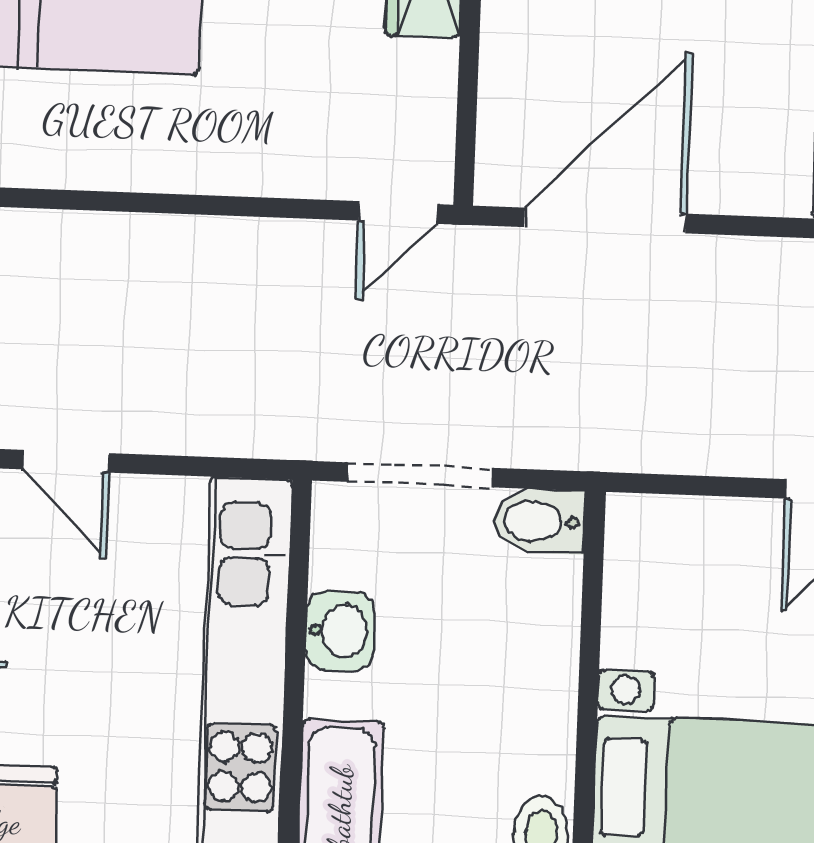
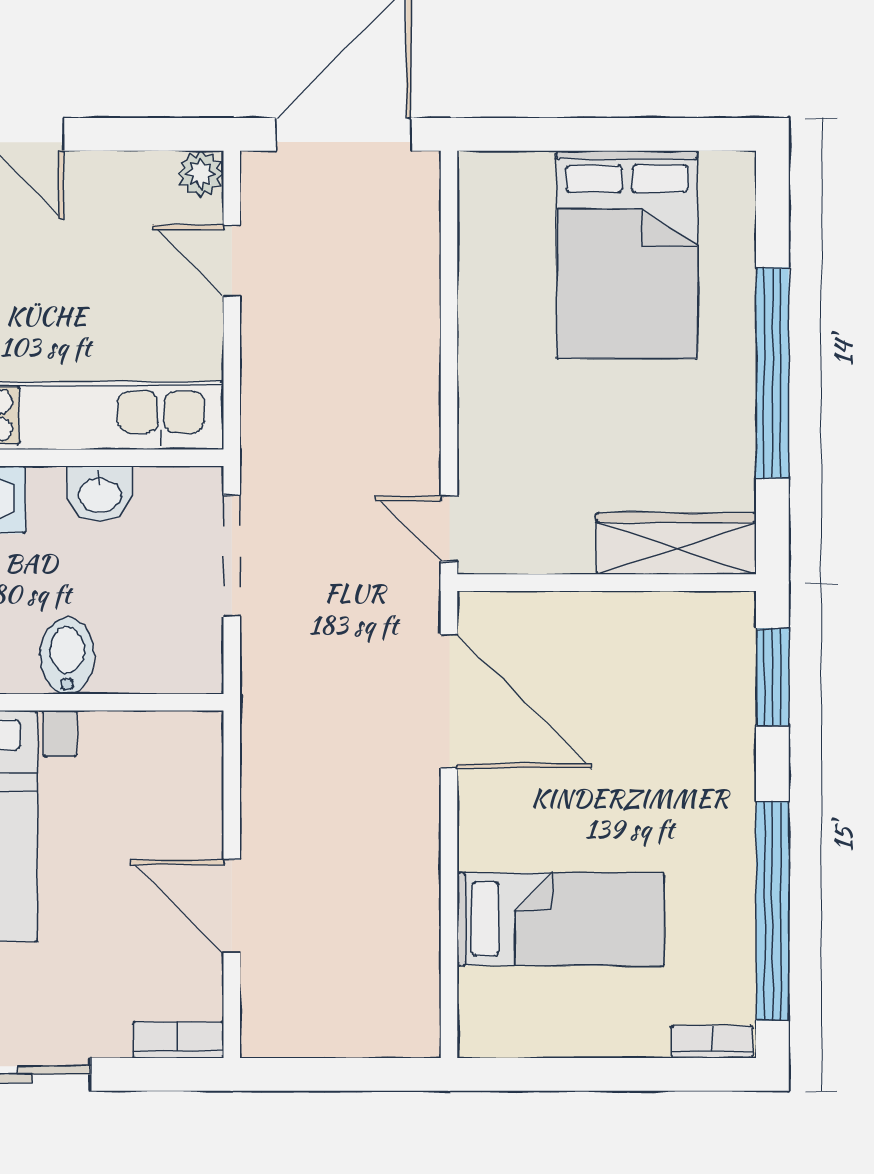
door: (66, 461) -> (232, 261), hinge flipped
bidet: (539, 521) -> (67, 656), moved

